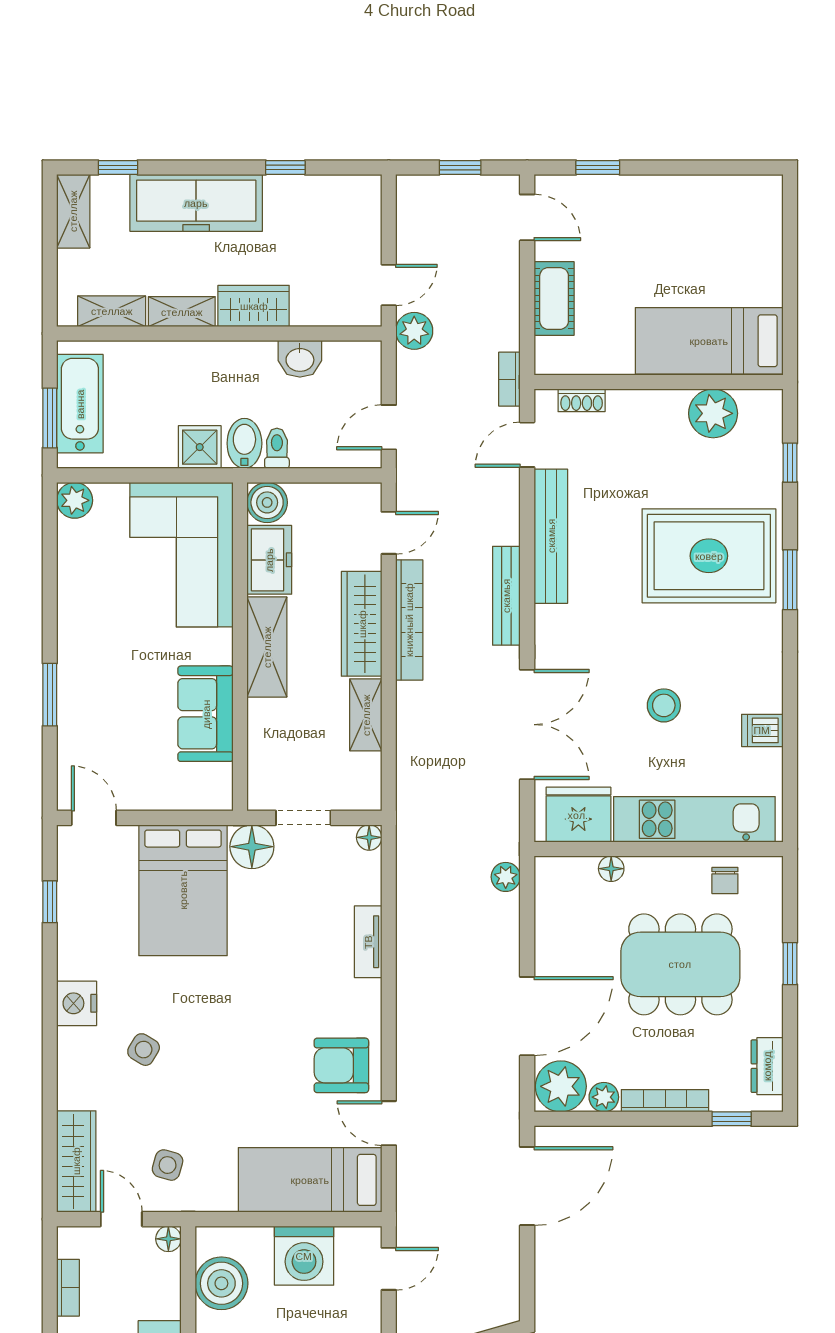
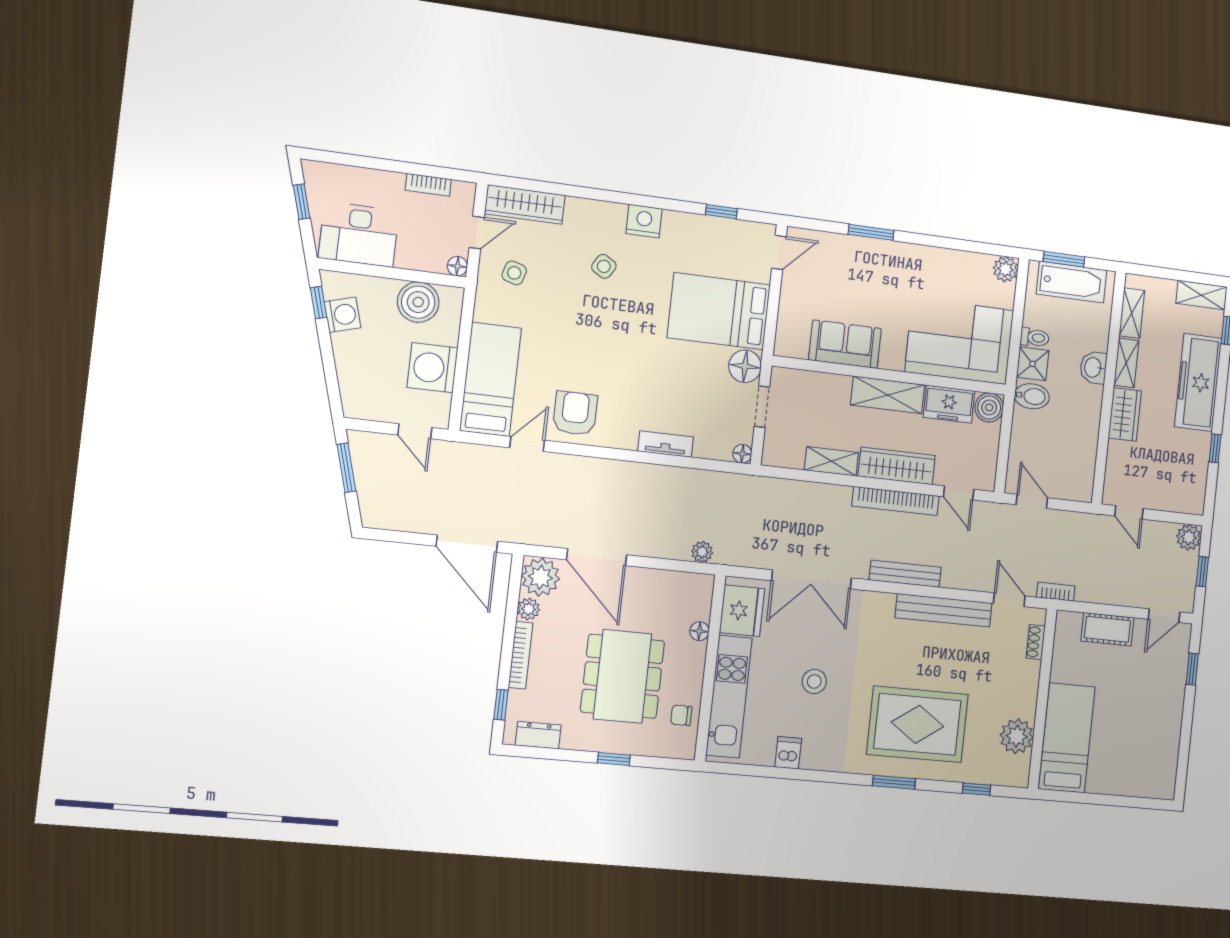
plant: (414, 331) -> (1189, 537), moved
washbasin: (300, 359) -> (1093, 367), moved
toilet: (277, 448) -> (1035, 338), moved
rug: (709, 556) -> (917, 724), turned 90

